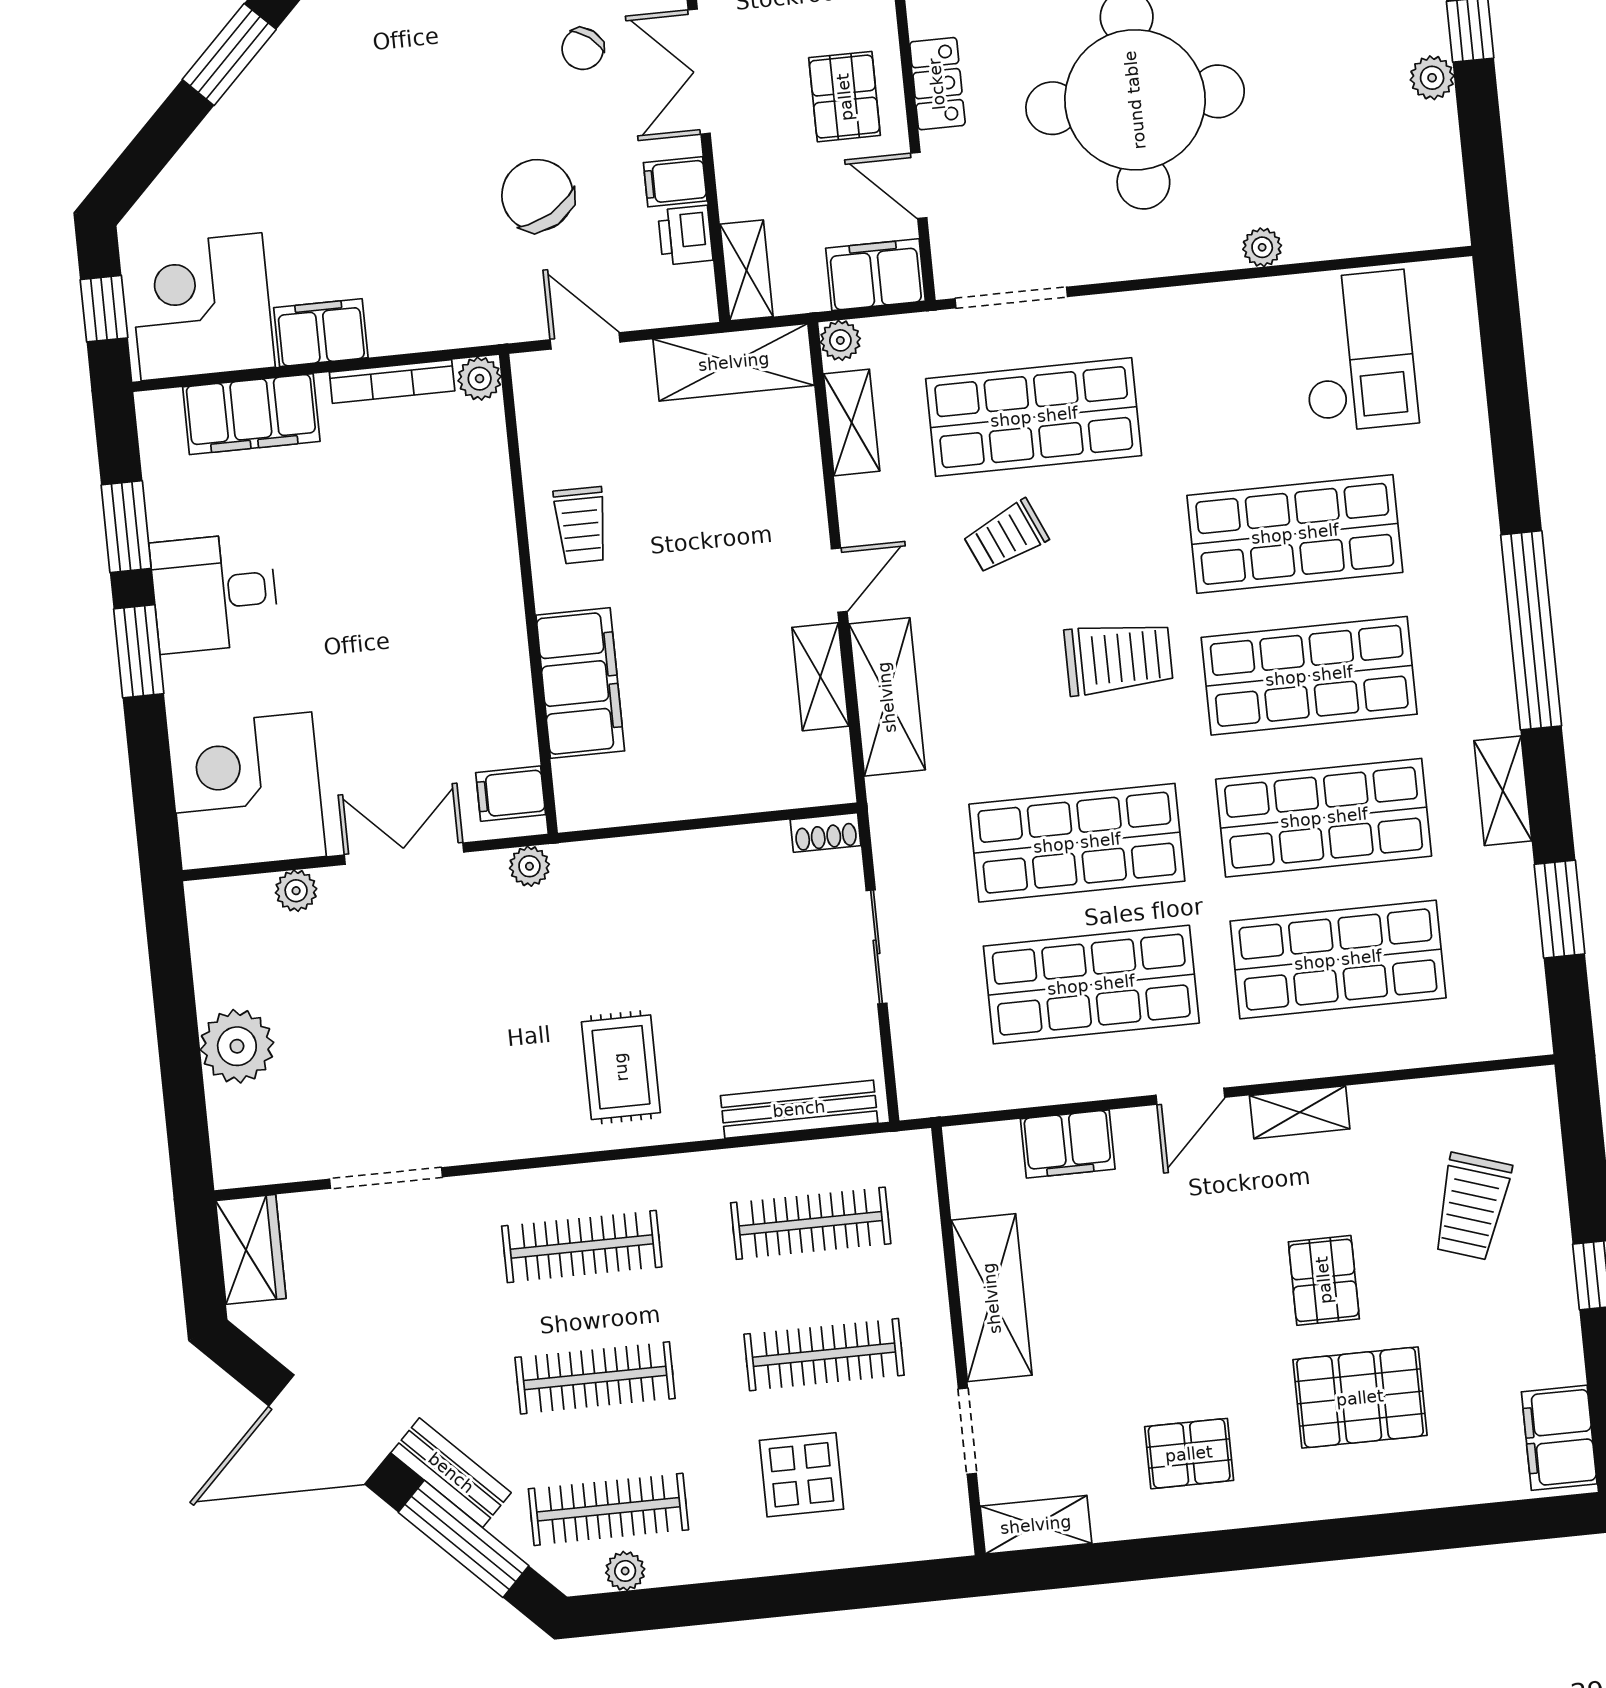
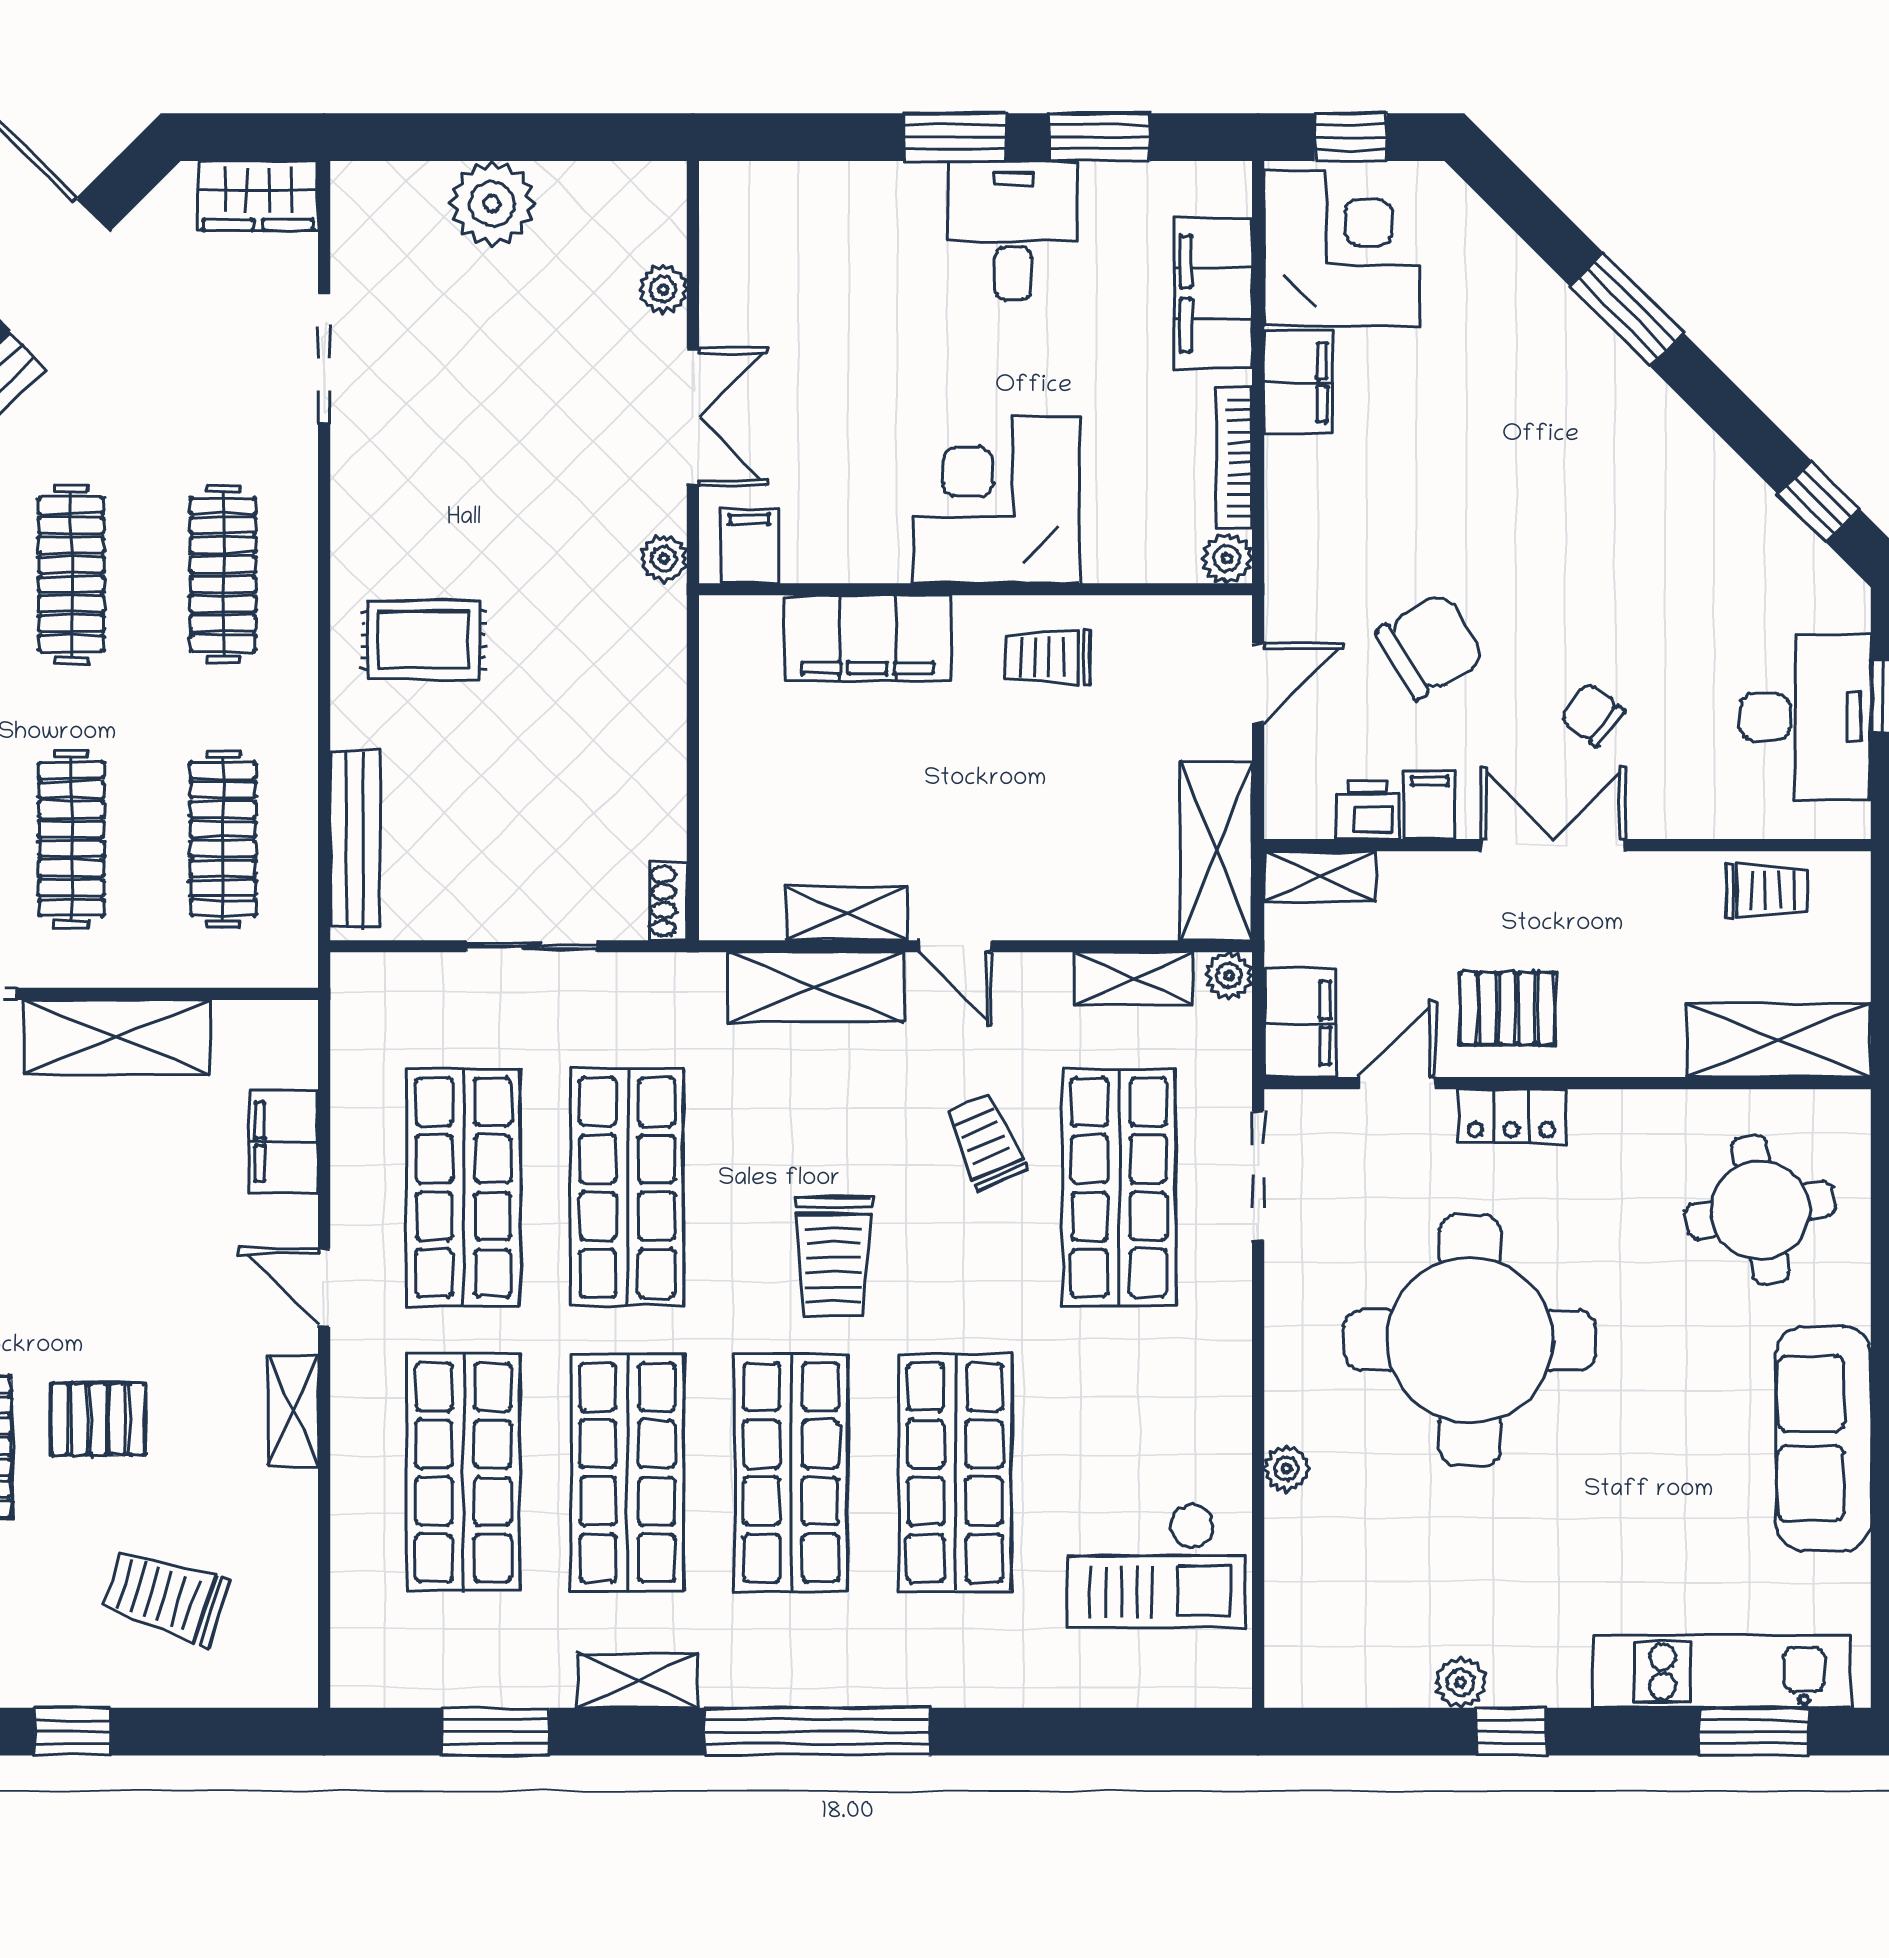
corner desk: (247, 791) -> (996, 500), moved, turned -90

